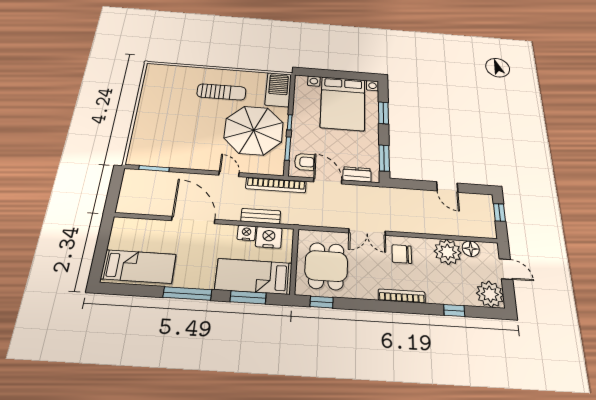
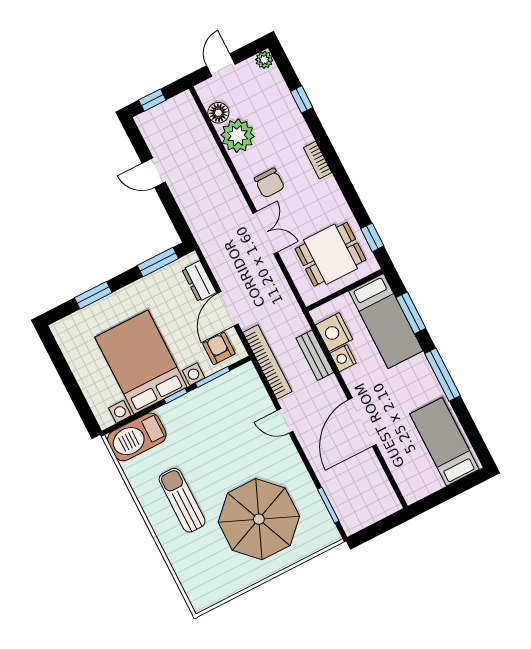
bed with nightstands: (343, 103) -> (141, 362), moved, turned -90
parasol: (254, 130) -> (259, 519), moved
door: (229, 174) -> (285, 421), hinge flipped
door: (447, 187) -> (154, 173), swing flipped
plant: (490, 294) -> (264, 60), width x0.53, depth x0.53
bookcase: (402, 296) -> (318, 160), width x0.64

